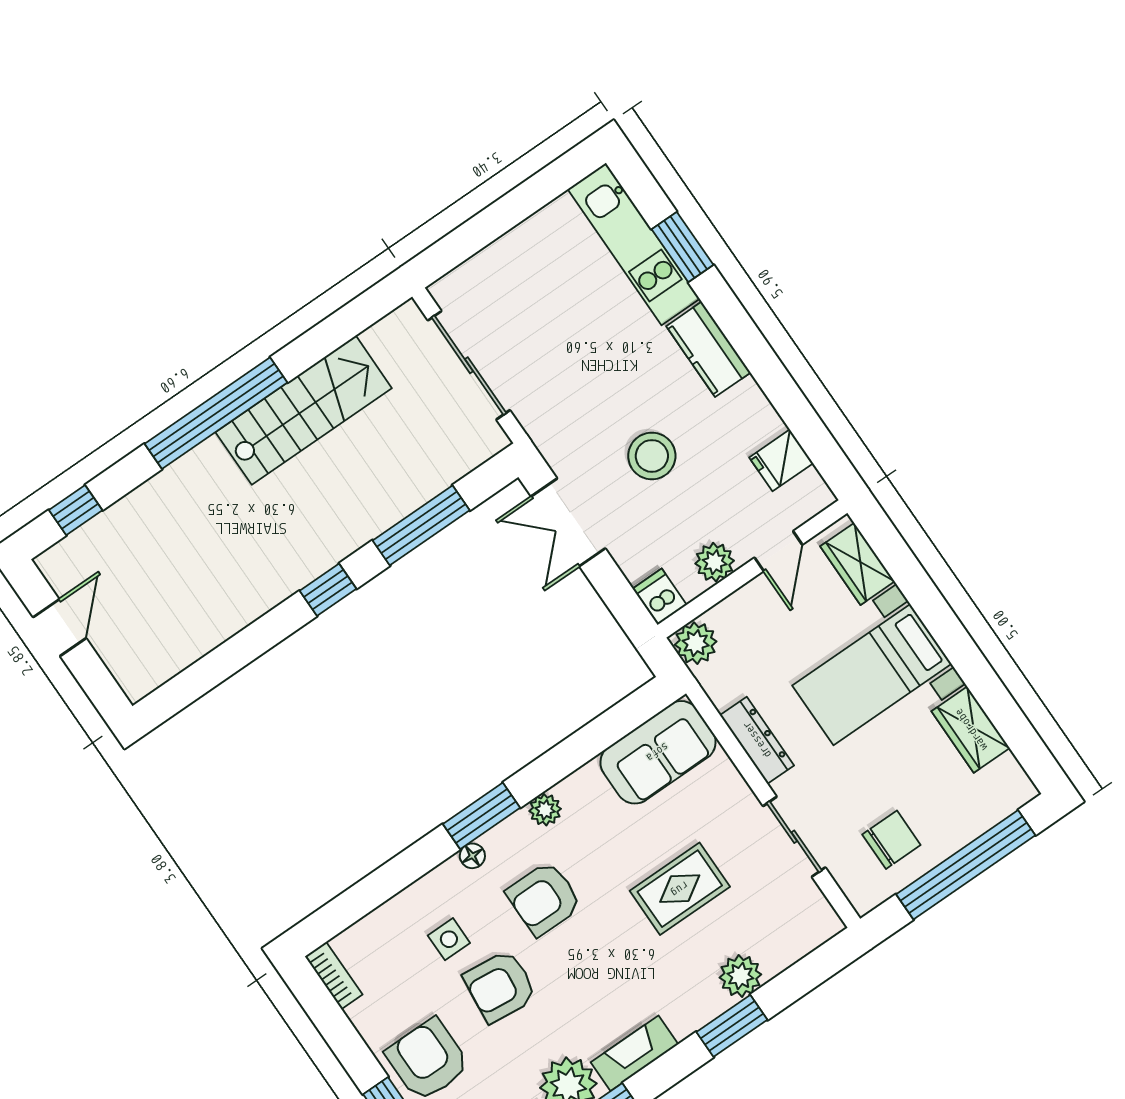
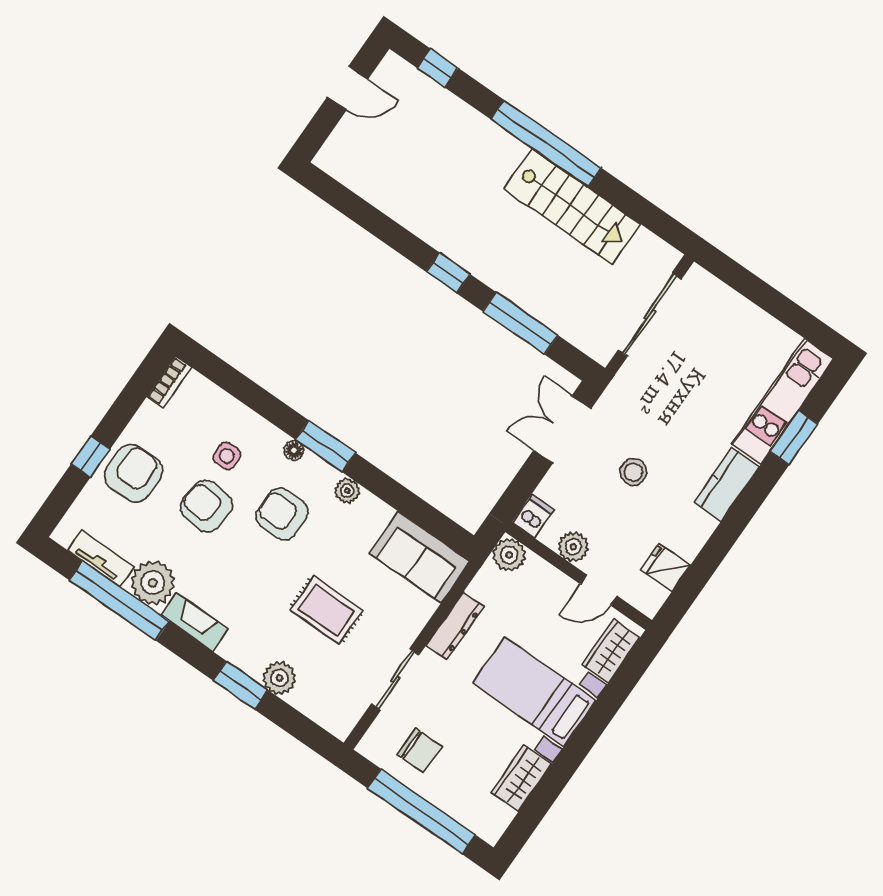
stool: (652, 456) -> (633, 472), width x0.73, depth x0.73

